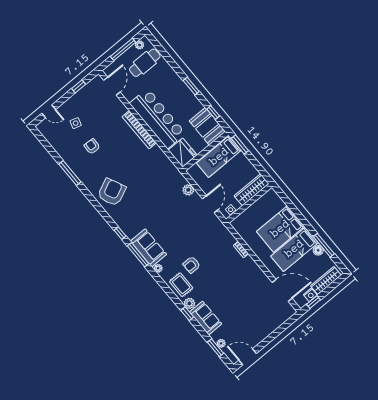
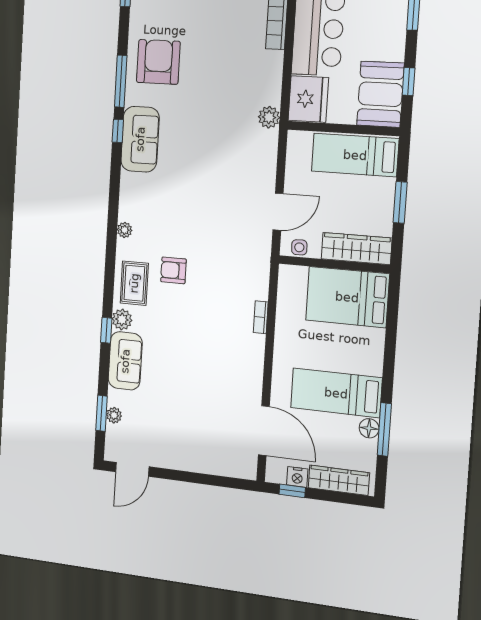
window: (240, 145) -> (400, 202), moved
plant: (188, 190) -> (269, 117), moved
armchair: (112, 192) -> (158, 62), turned -65
bed: (280, 229) -> (347, 297), moved
sofa: (148, 248) -> (140, 139), moved
window: (138, 255) -> (121, 81), moved
door: (248, 357) -> (132, 469), swing flipped

